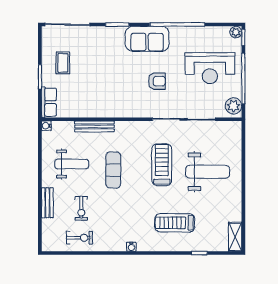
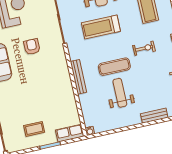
bench: (94, 126) -> (78, 77), moved
weight bench: (72, 164) -> (120, 93), moved
exercise bike: (81, 208) -> (144, 48), moved

